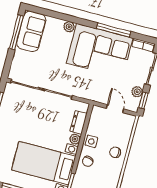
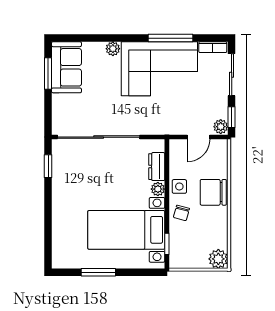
window: (16, 32) -> (48, 74), width x0.69
plant: (137, 92) -> (221, 127), moved
door: (115, 109) -> (198, 137), swing flipped
chair: (115, 152) -> (213, 192), width x1.87, depth x1.87

